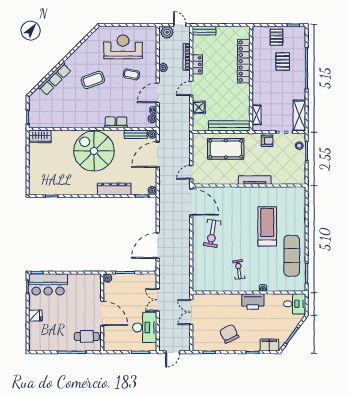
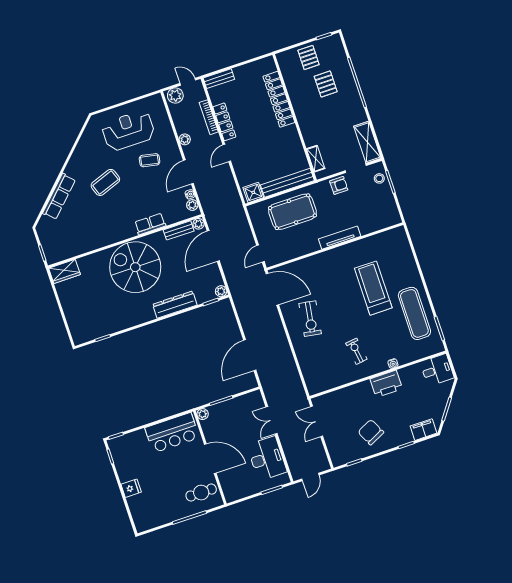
locker: (197, 64) -> (224, 122), width x1.53
shower: (199, 107) -> (253, 192), moved
bar counter: (48, 284) -> (172, 433), moved

